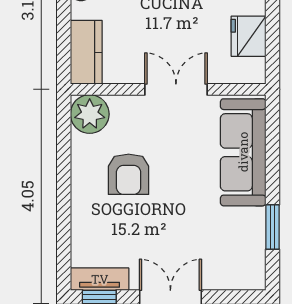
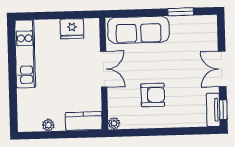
double door: (176, 89) -> (104, 69), swing flipped
plant: (90, 114) -> (114, 123), width x0.53, depth x0.53

